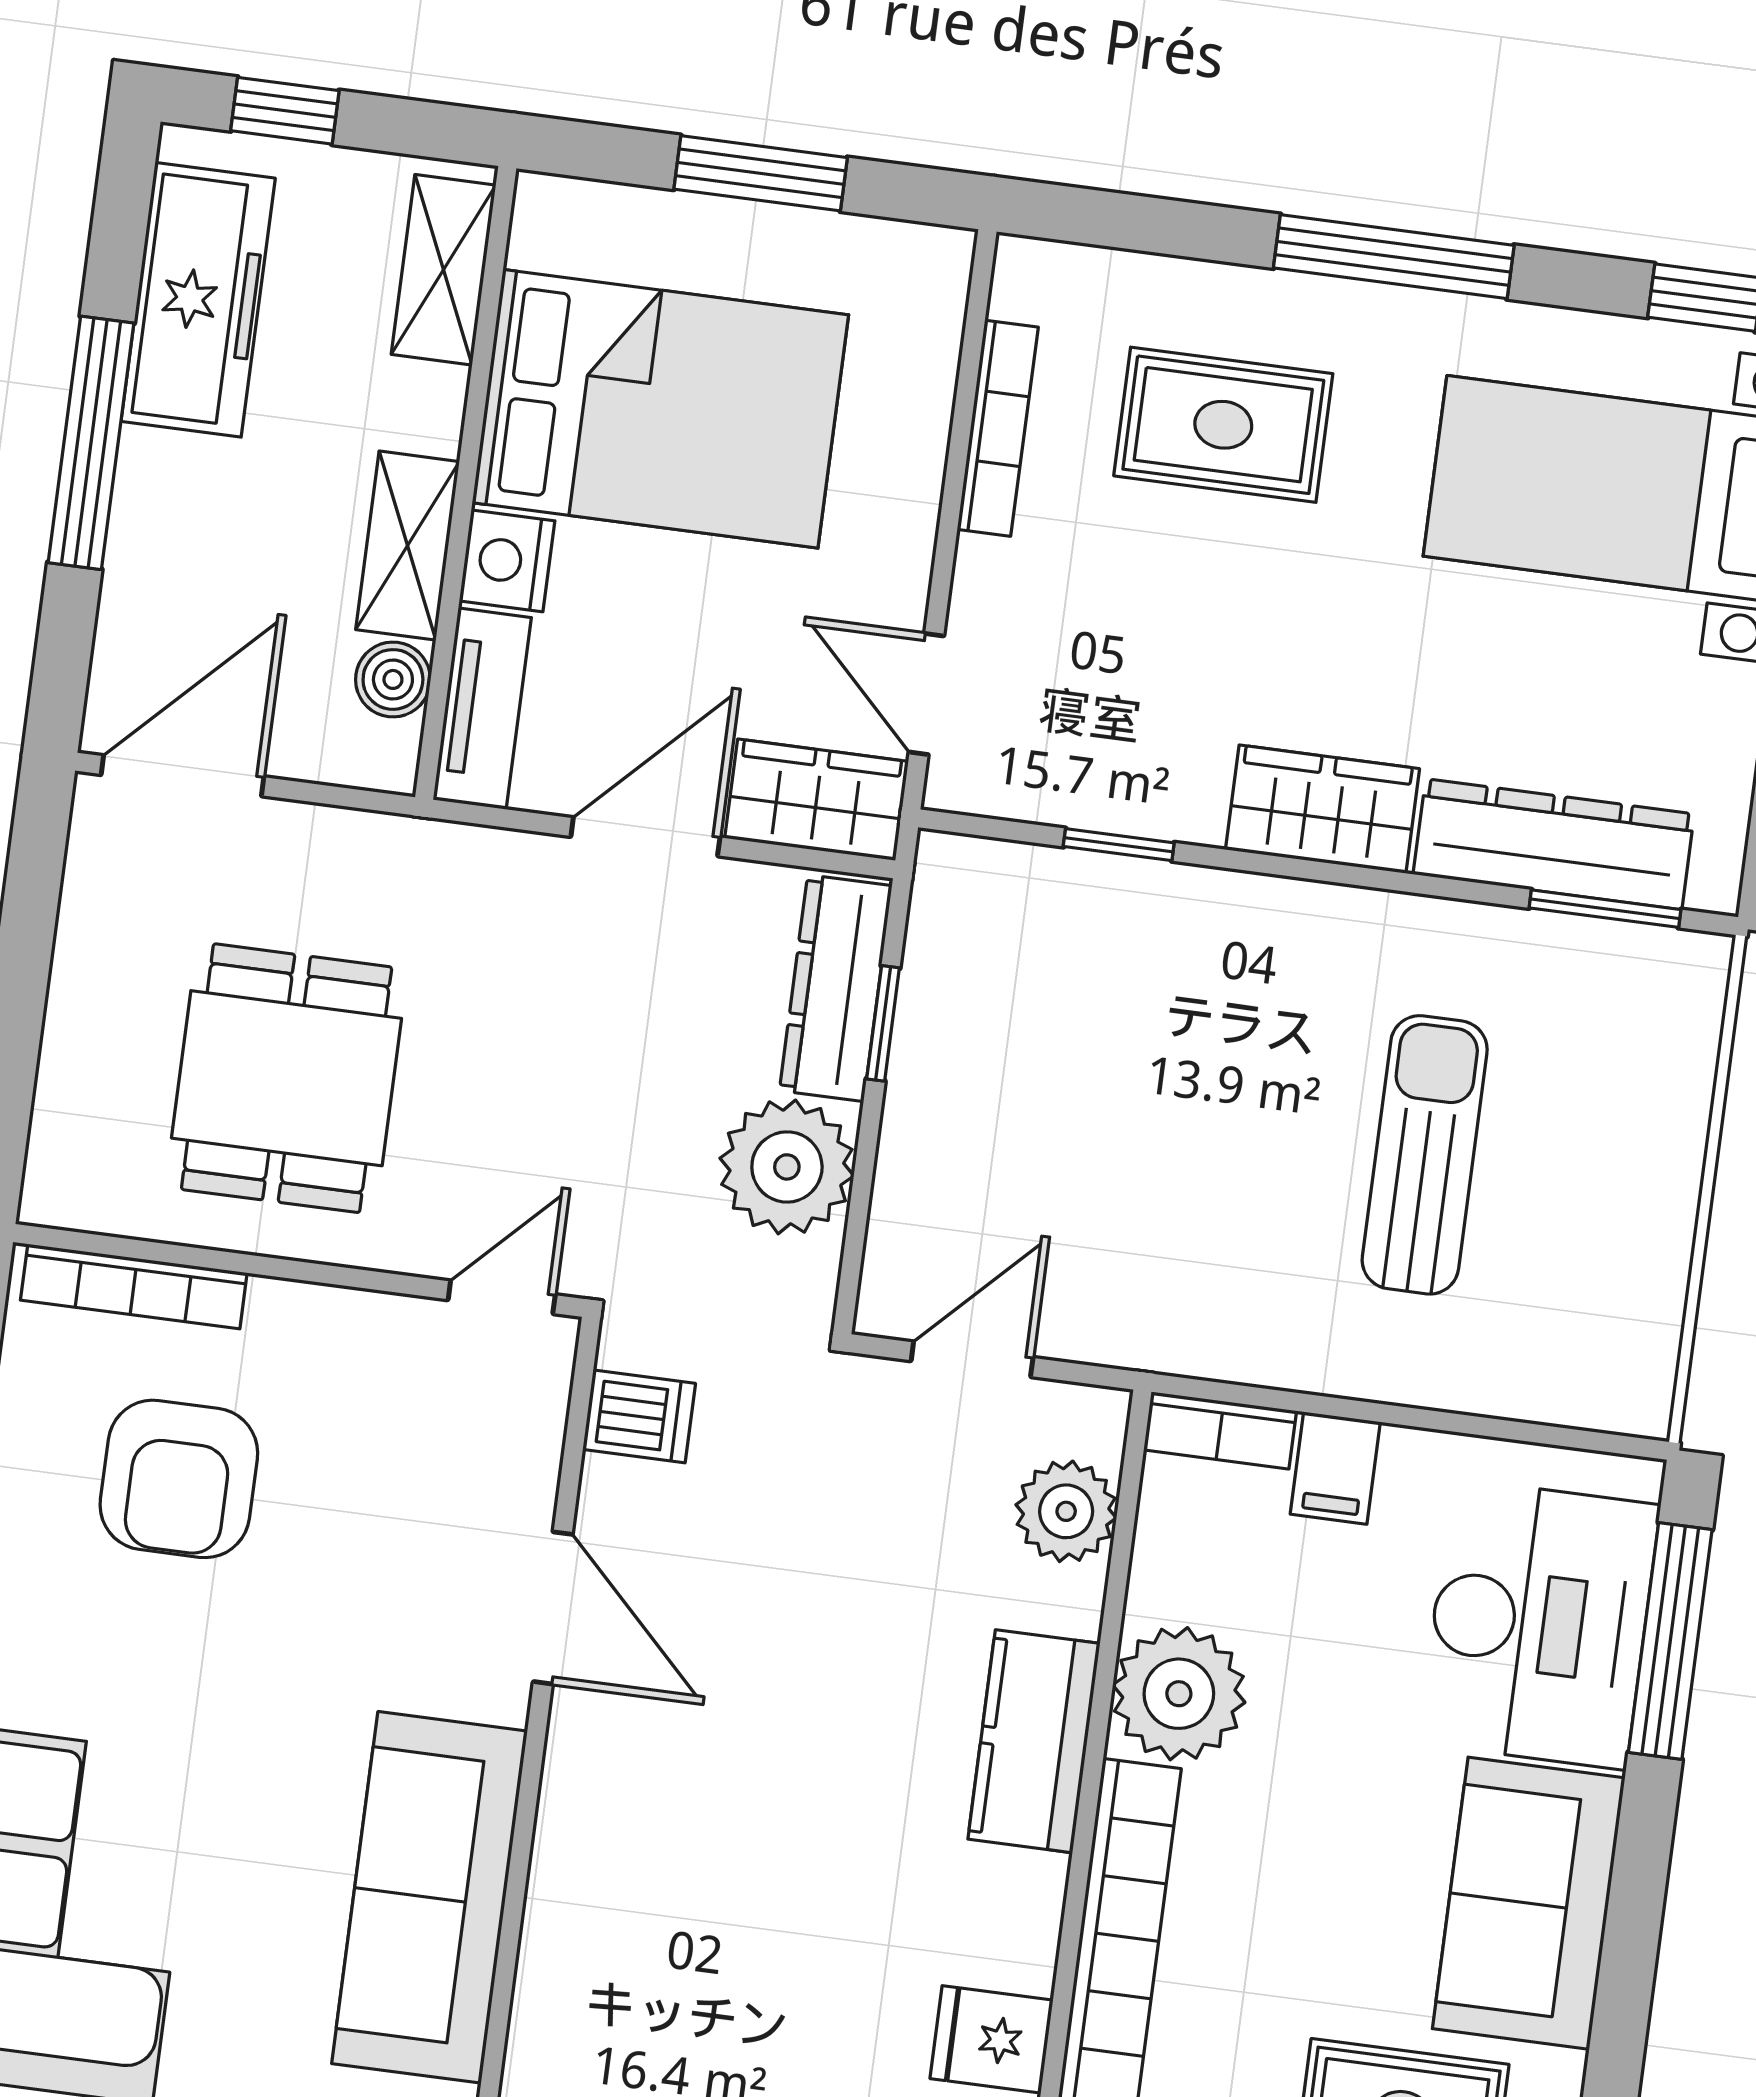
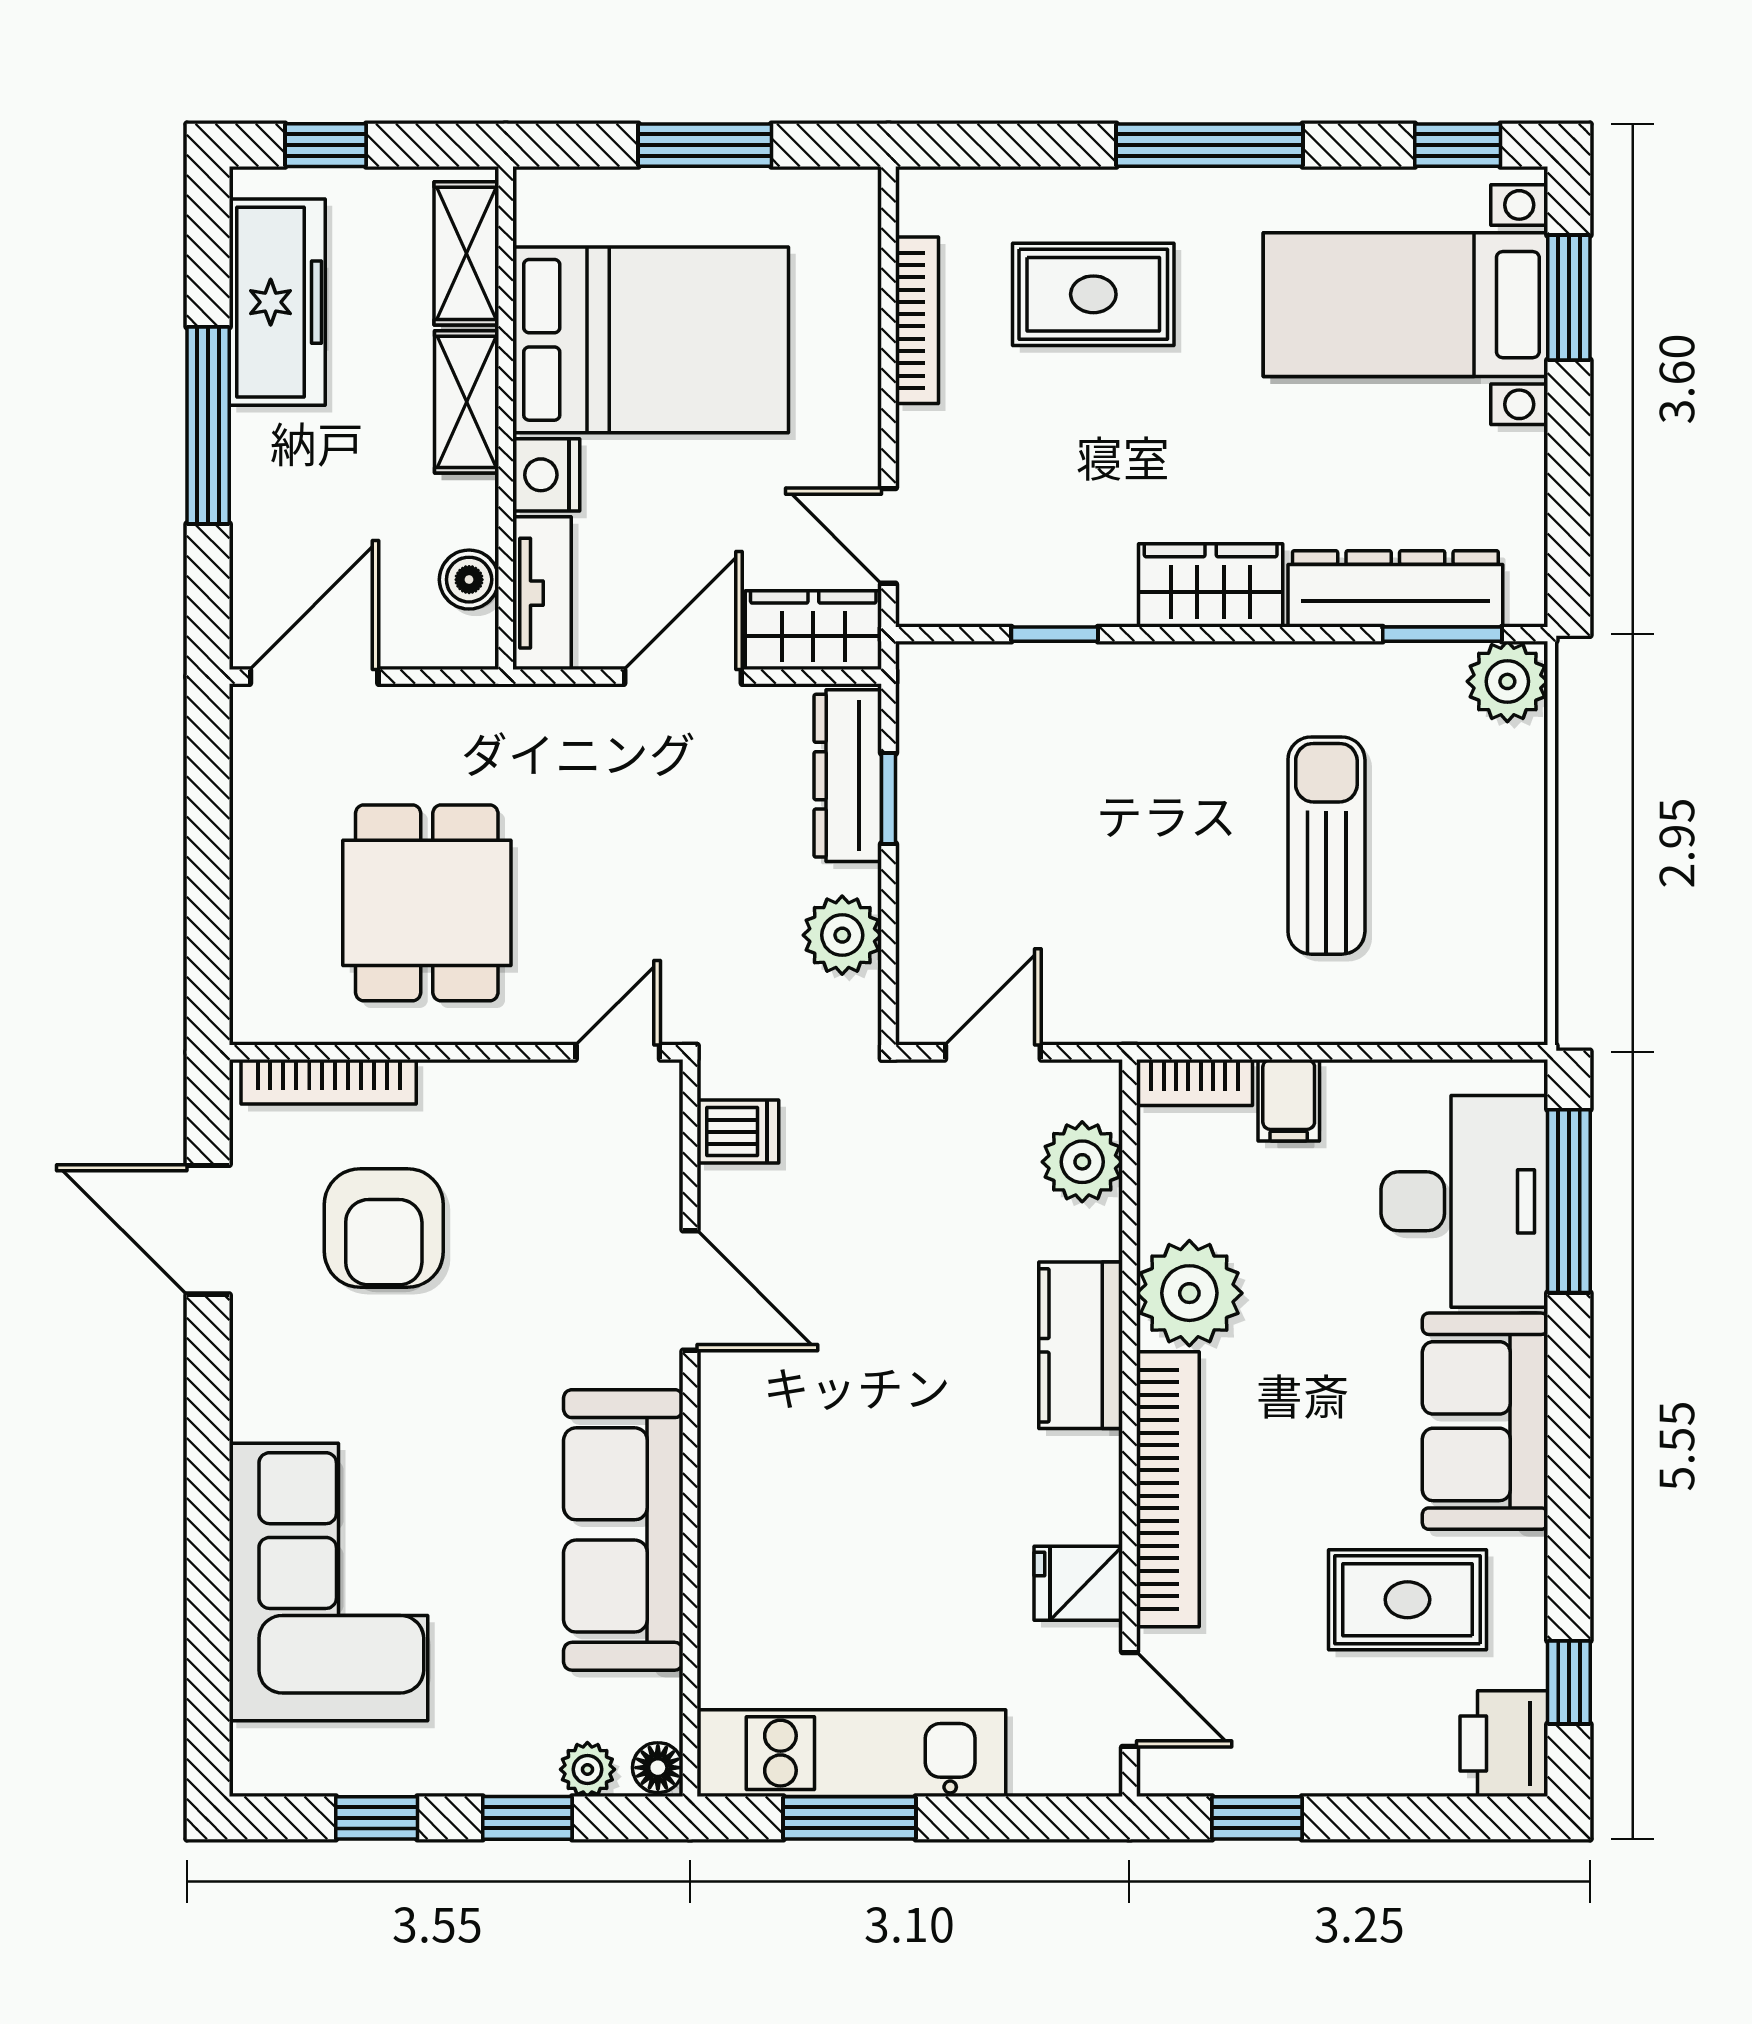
shelving: (408, 546) -> (467, 402), moved
plant: (1679, 979) -> (1507, 681), added
plant: (787, 1167) -> (842, 935), width x0.73, depth x0.73

